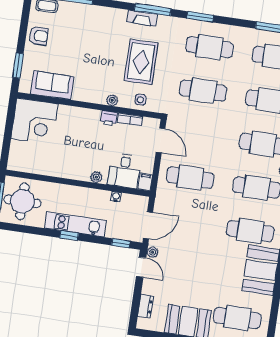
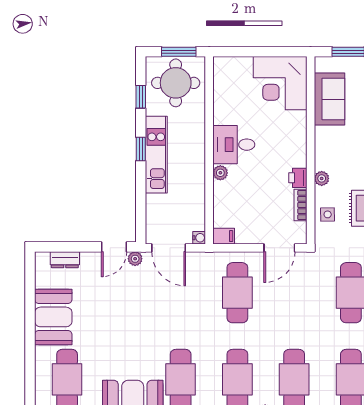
desk: (124, 171) -> (234, 145), moved
water cooler: (116, 197) -> (199, 238), moved
window: (121, 243) -> (141, 97), moved

